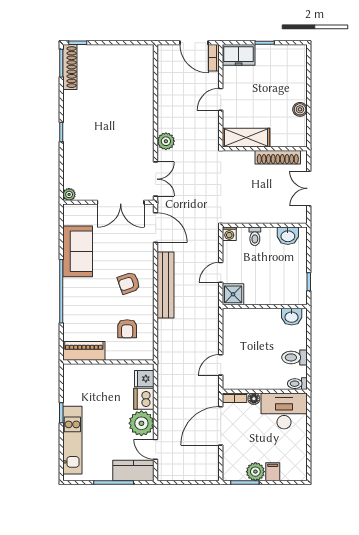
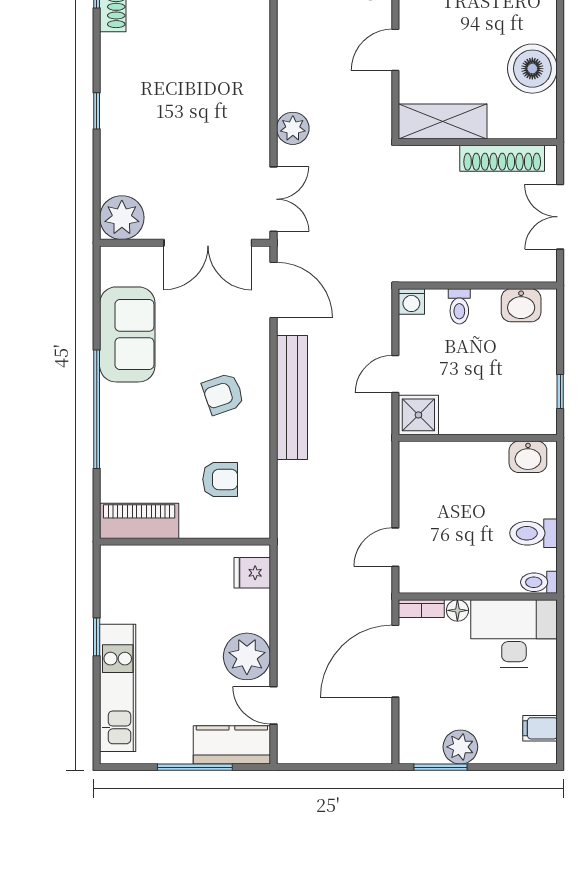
boiler: (300, 109) -> (532, 69), width x1.86, depth x1.86
plant: (69, 194) -> (122, 218), width x1.88, depth x1.88
armchair: (127, 329) -> (220, 479), turned -90
dishwasher: (144, 399) -> (252, 611), removed
filing cabinet: (273, 472) -> (540, 728), moved, turned -90

